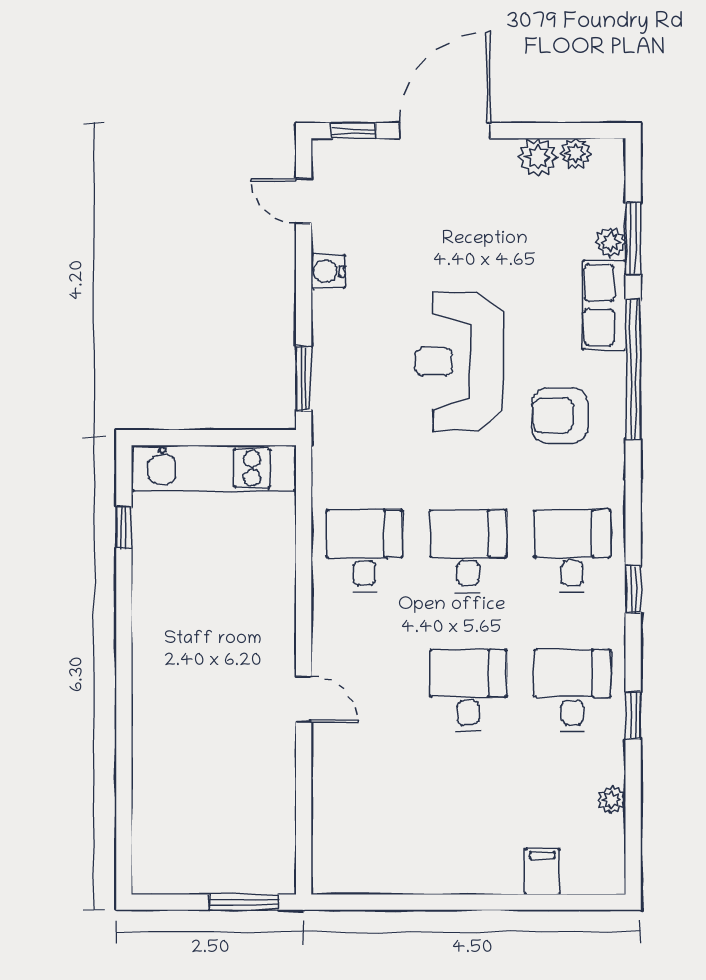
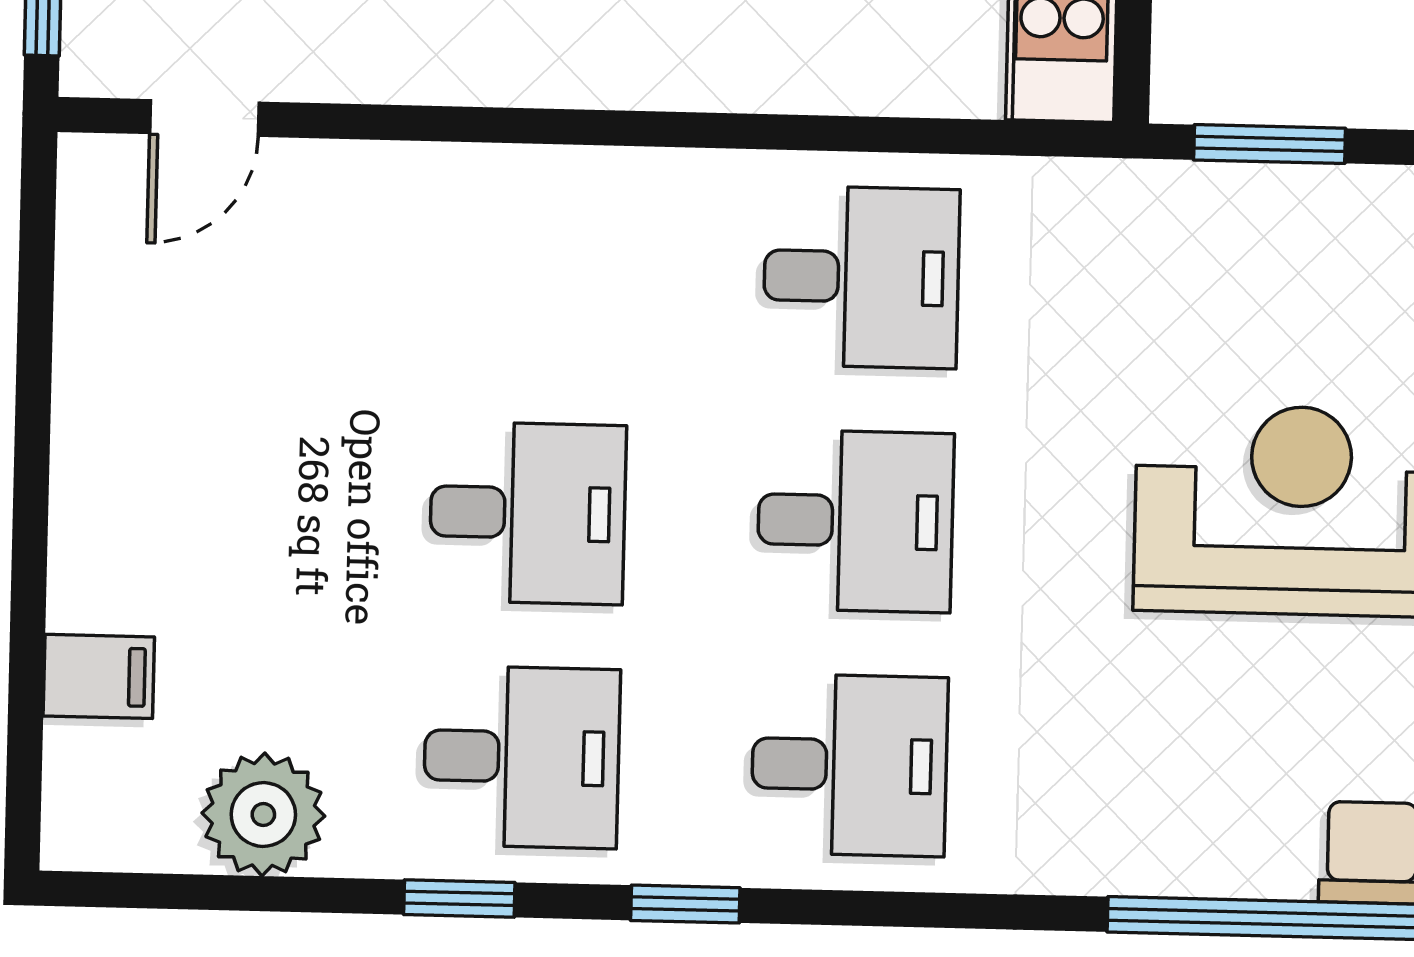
armchair: (560, 416) -> (1168, 743), removed
window: (633, 589) -> (685, 904), moved
door: (304, 699) -> (204, 118), moved
plant: (612, 800) -> (263, 815), width x1.88, depth x1.88

